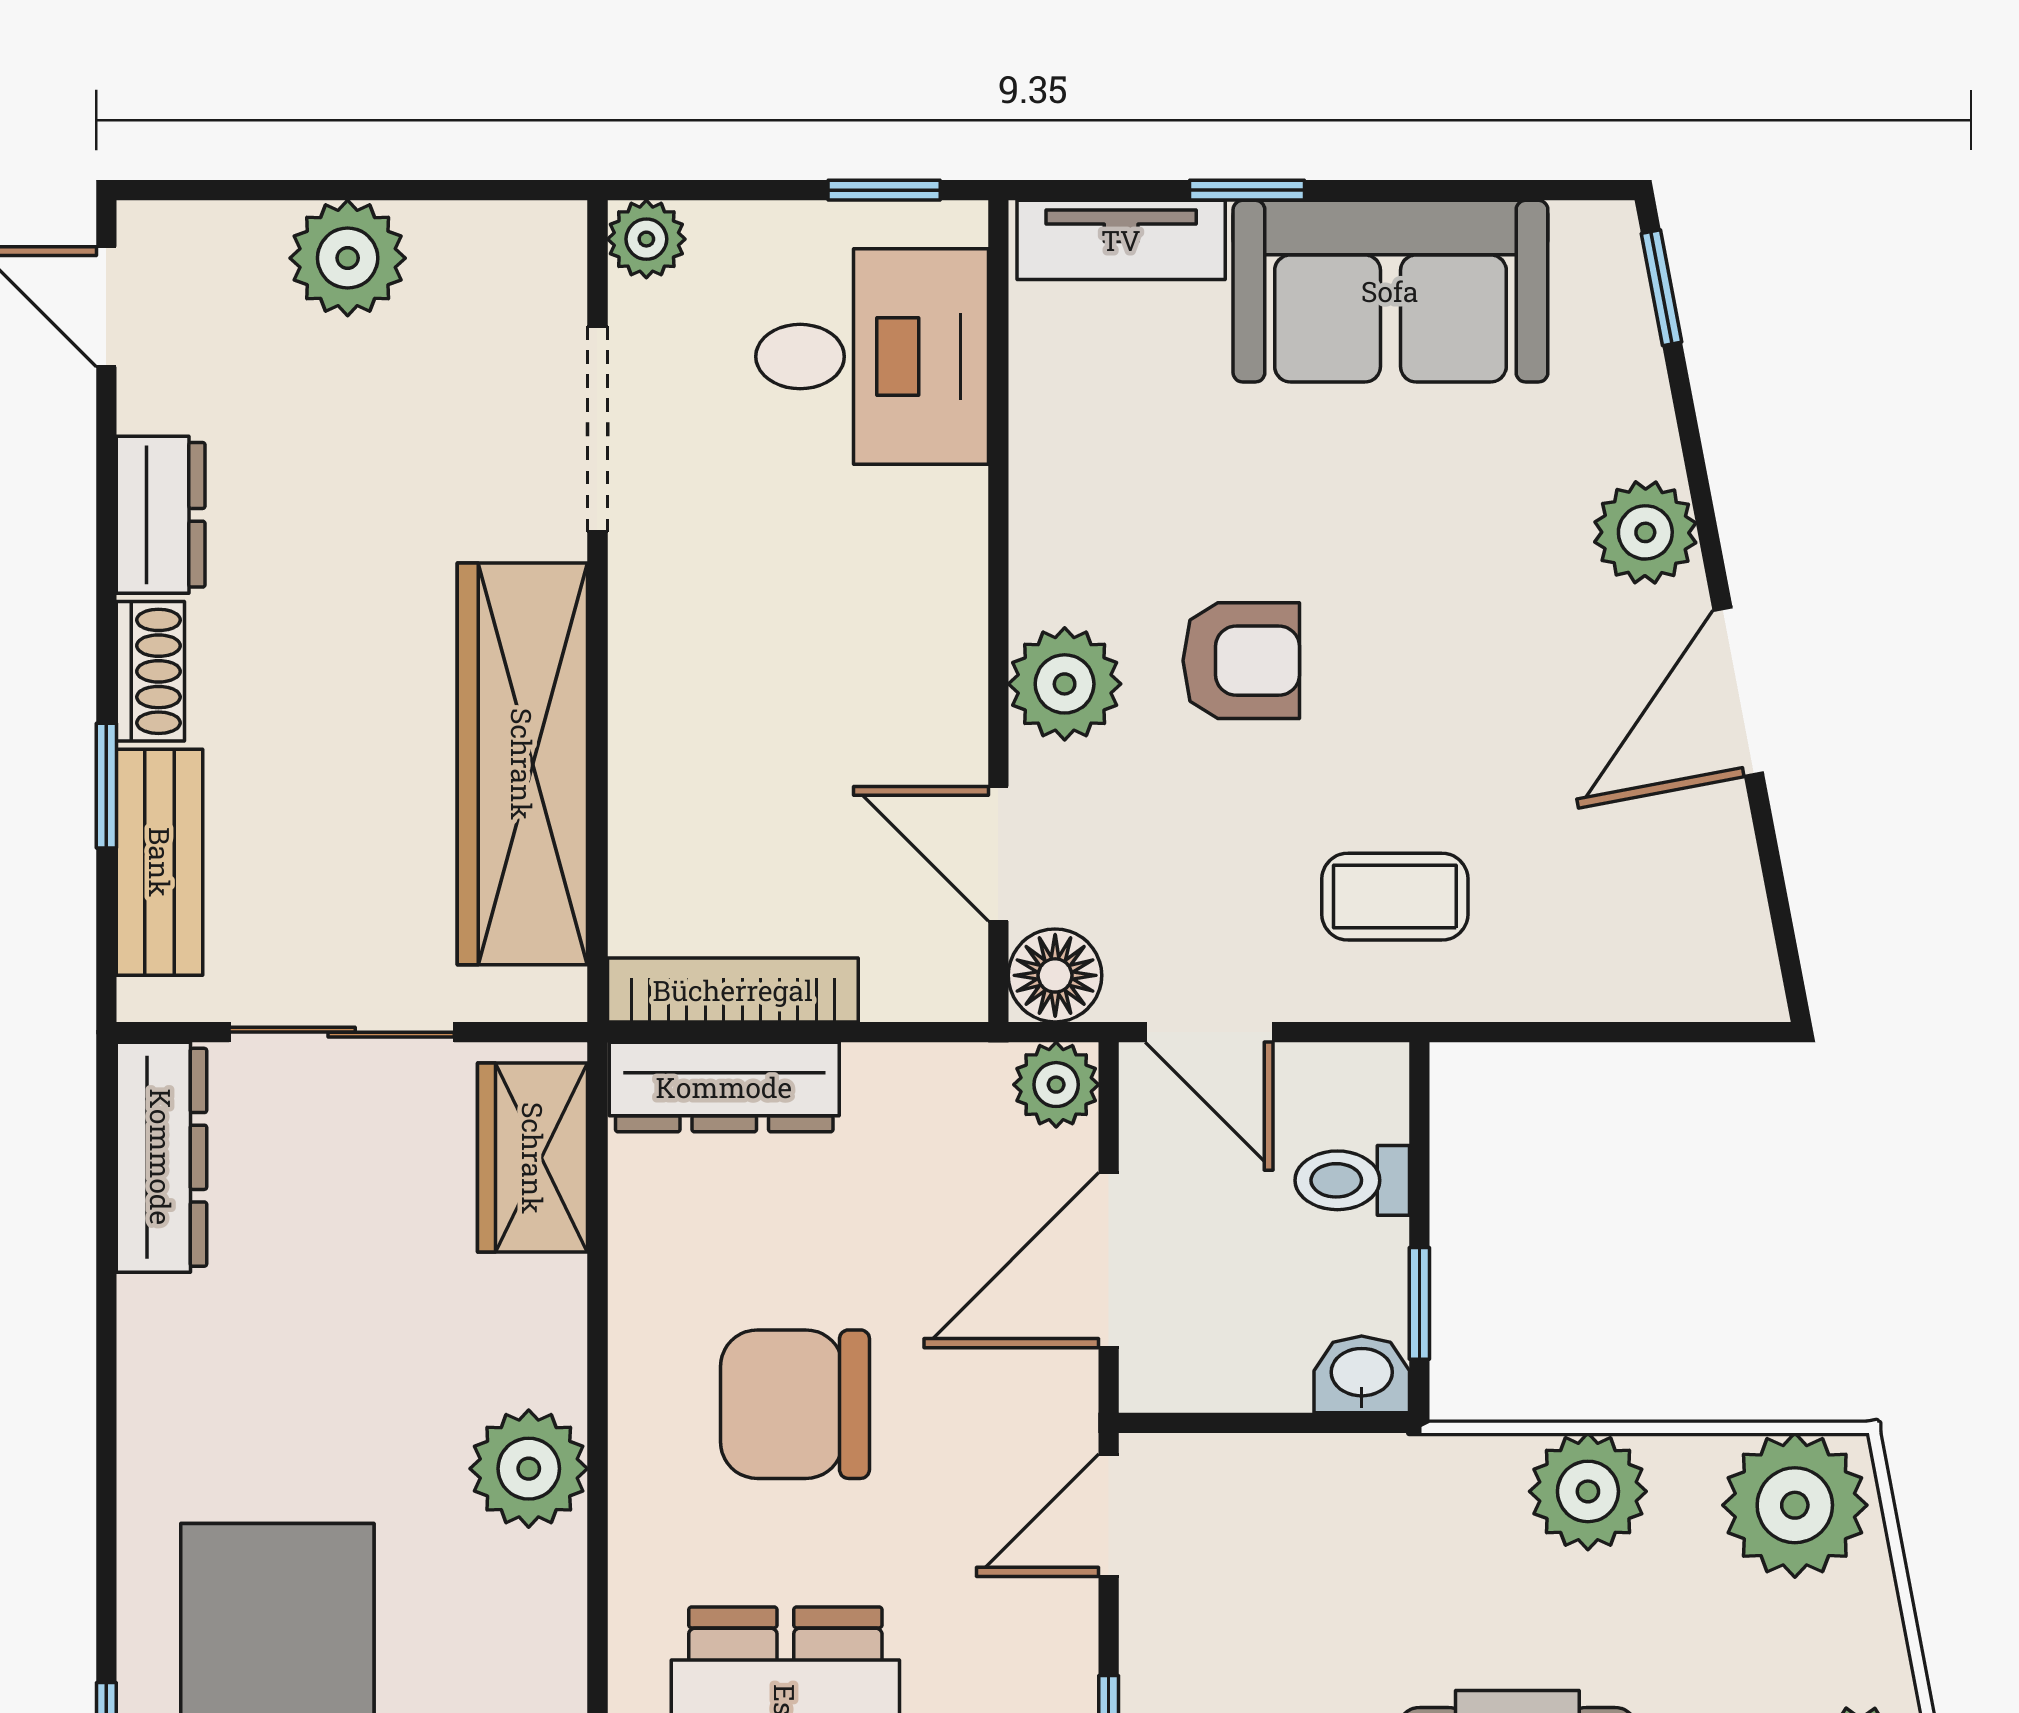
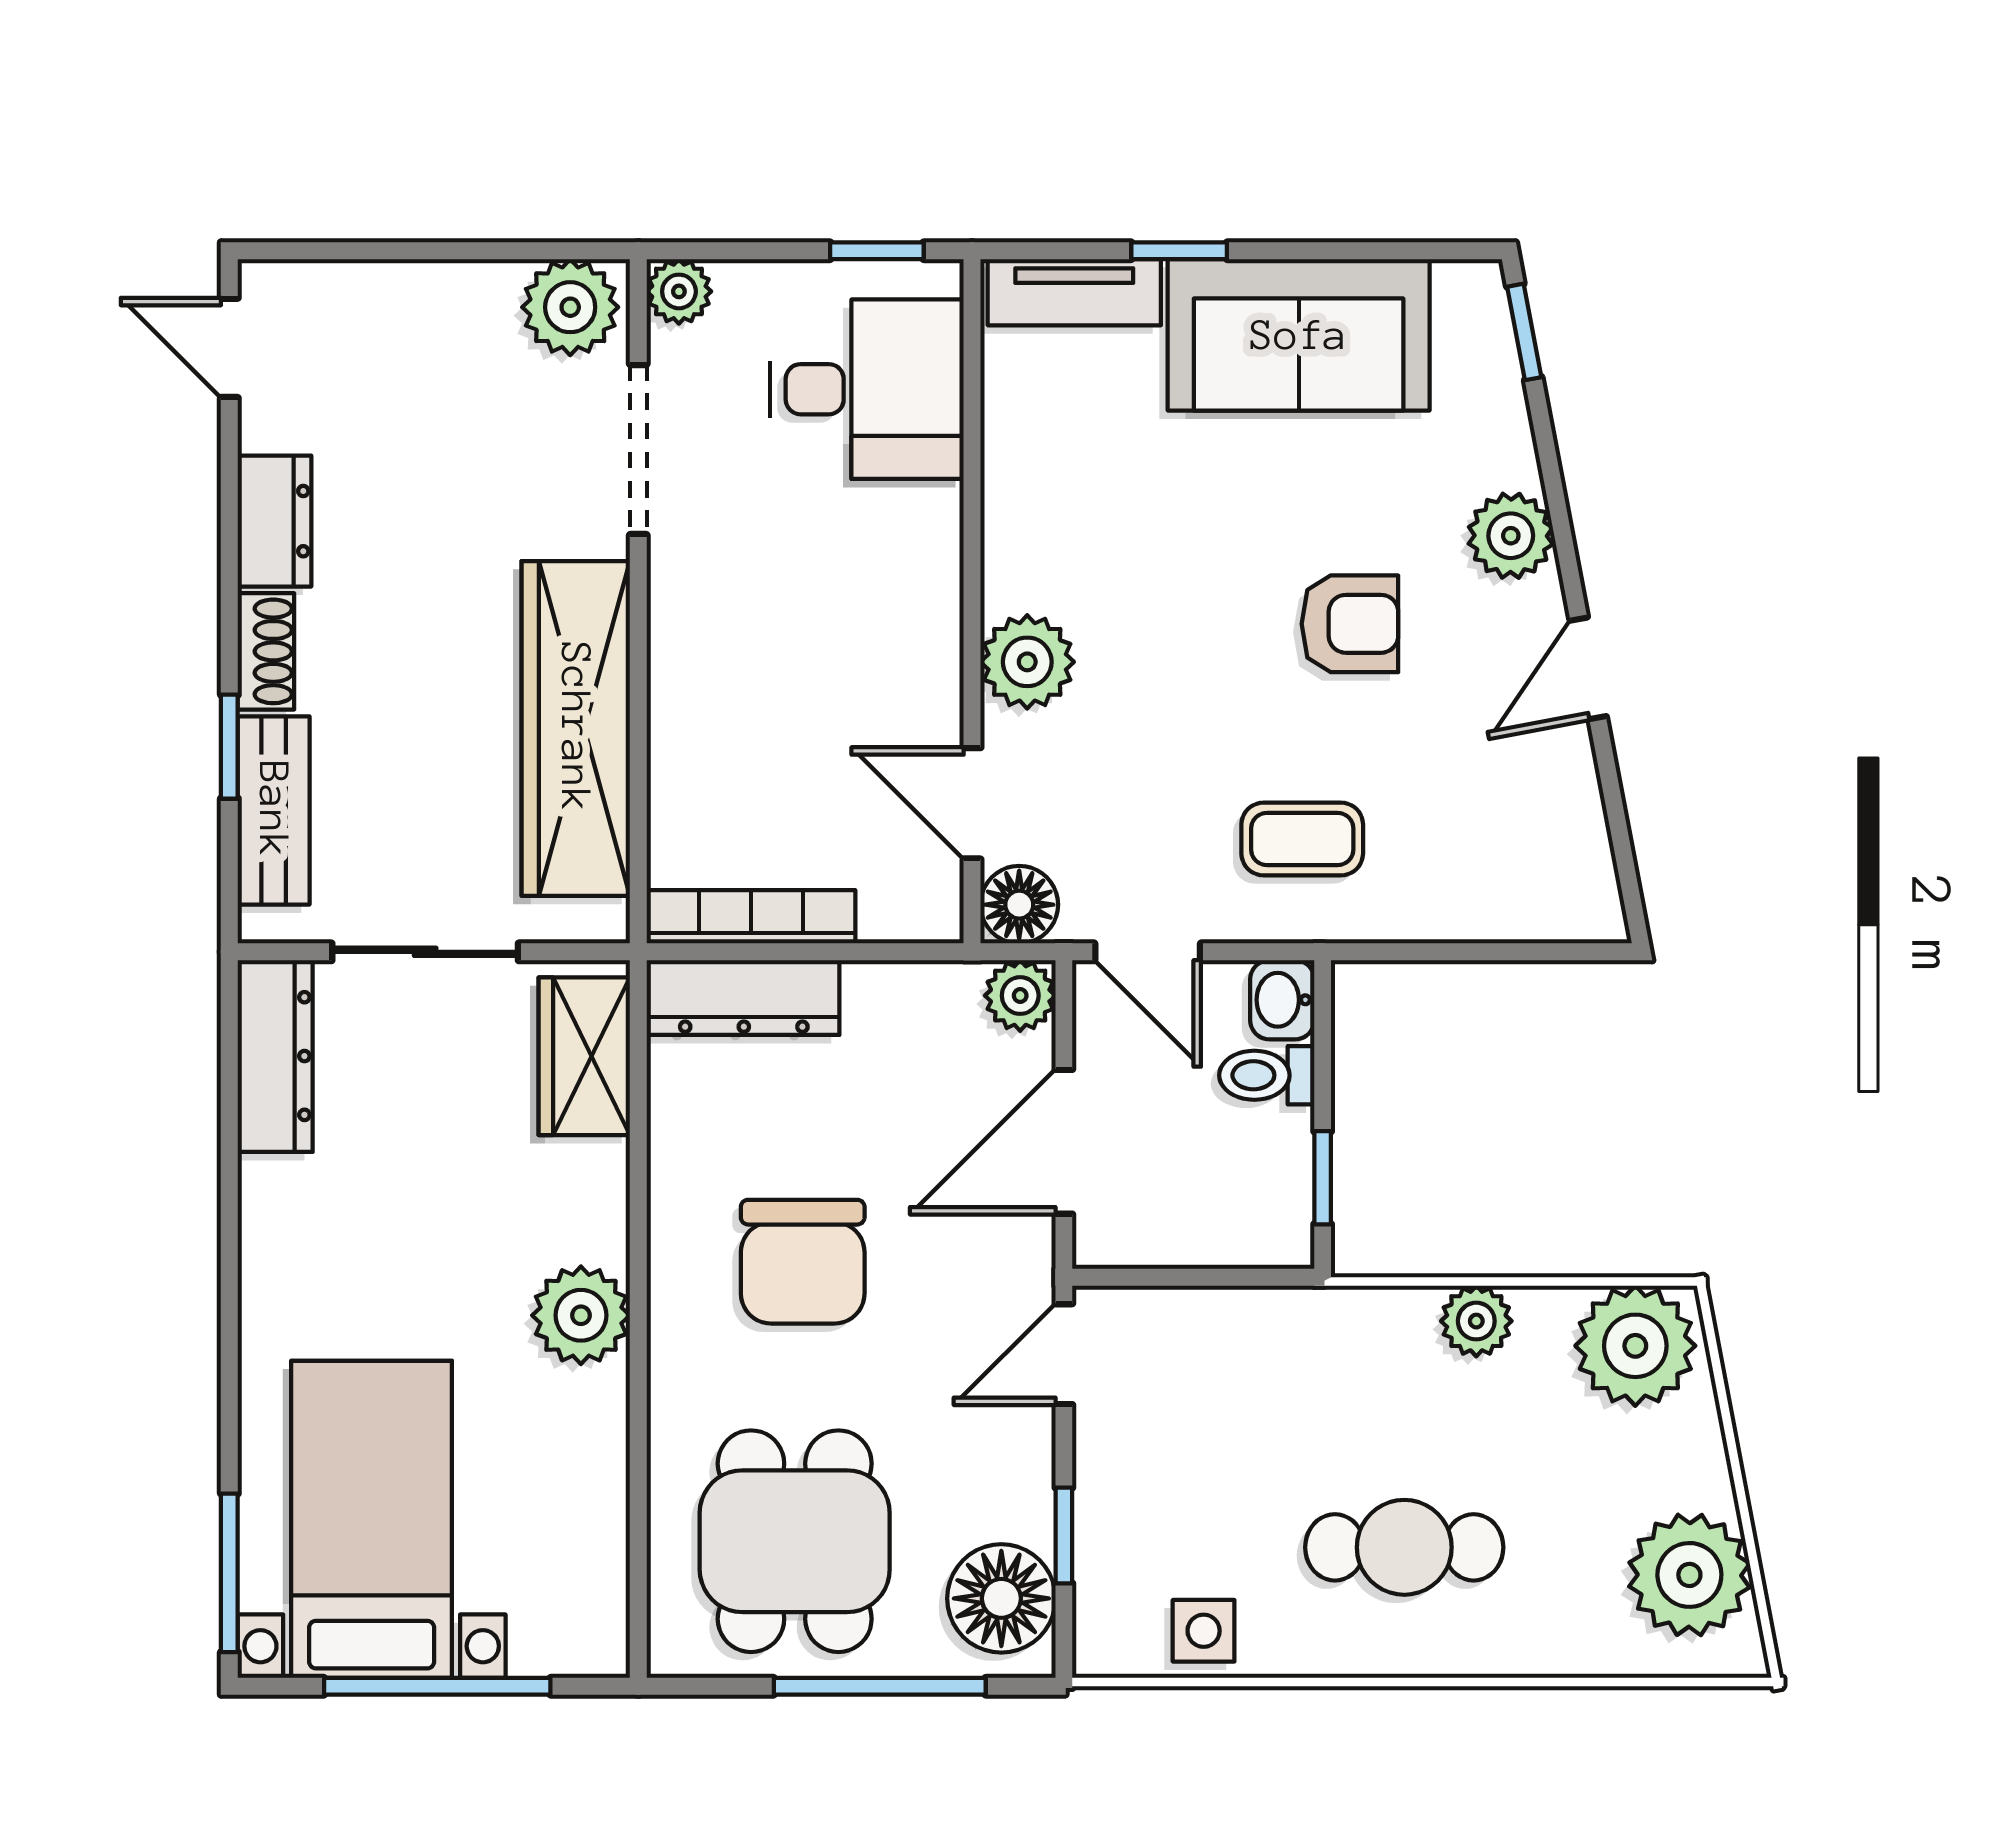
plant: (348, 258) -> (570, 307), moved
armchair: (1241, 661) -> (1350, 624), moved
door: (1738, 692) -> (1588, 668), width x0.73
washbasin: (1362, 1374) -> (1282, 1000), moved, turned -90
chair: (795, 1404) -> (803, 1262), turned -90
plant: (1588, 1491) -> (1476, 1321), width x0.73, depth x0.73

